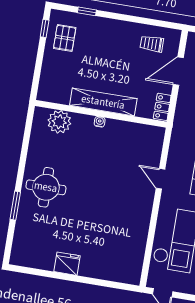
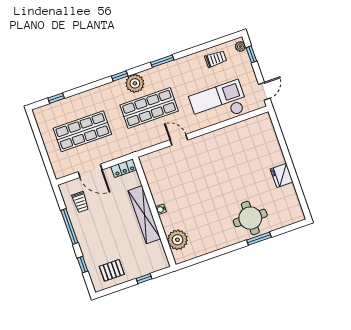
window: (133, 19) -> (69, 227), added
window: (45, 29) -> (144, 279), moved
door: (160, 179) -> (179, 140), swing flipped
round table: (46, 187) -> (250, 218), moved

